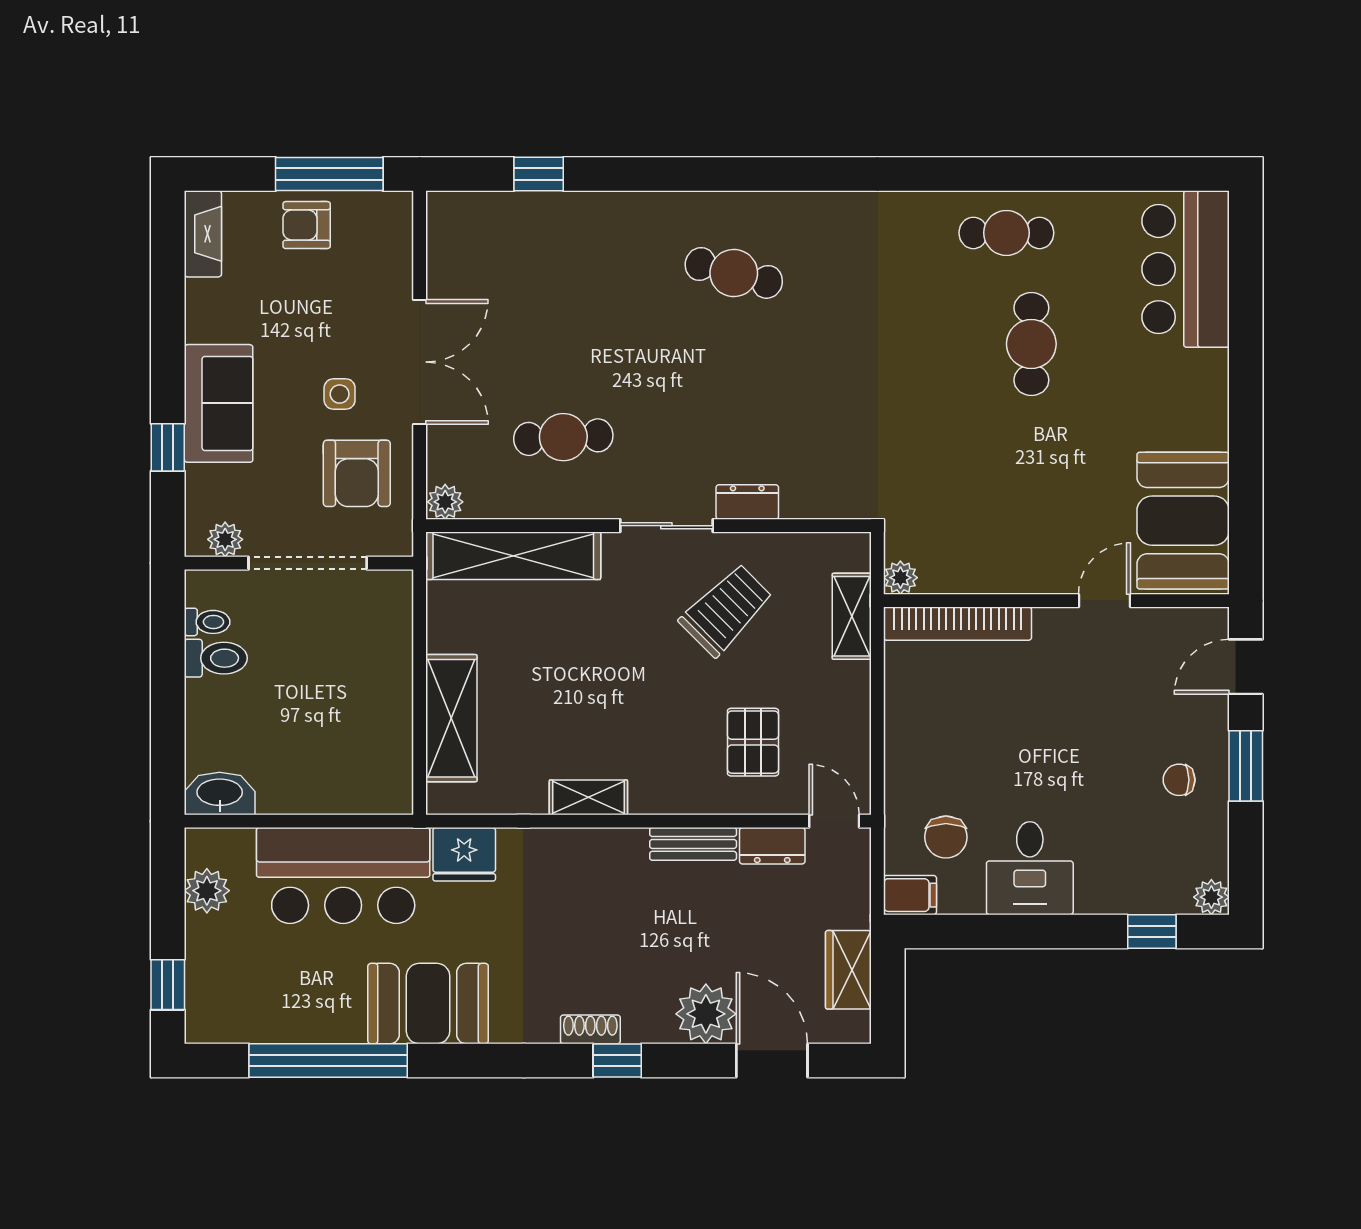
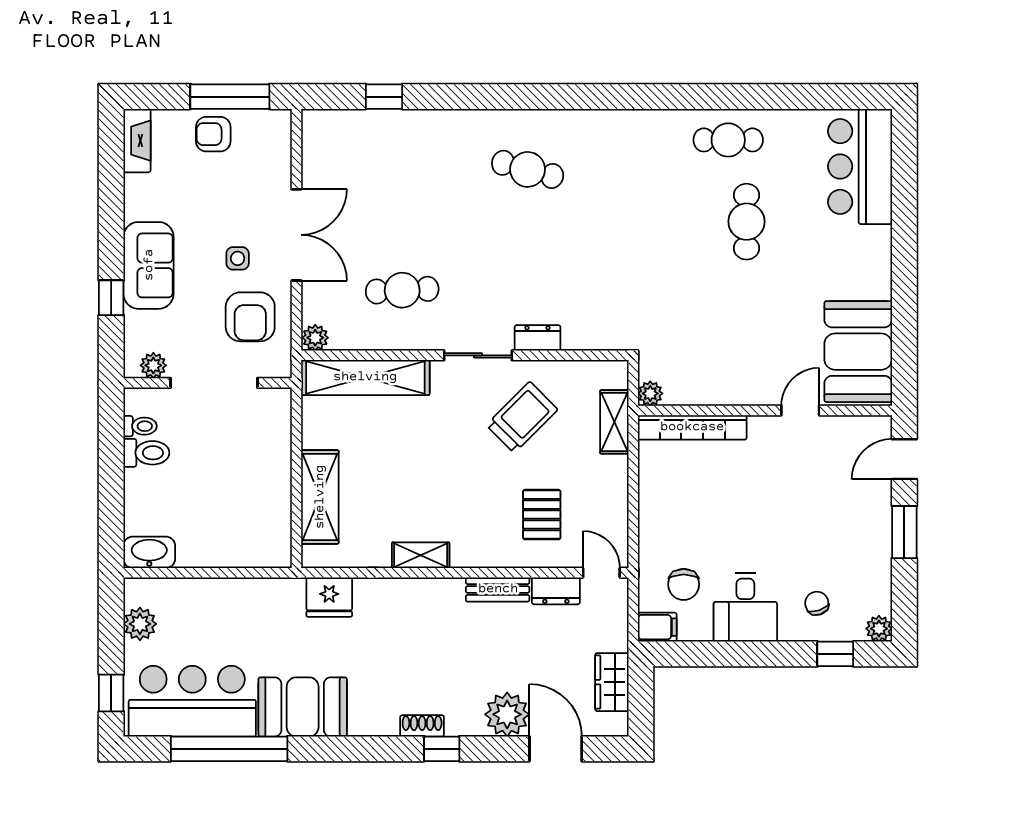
chair: (1179, 780) -> (817, 603), moved, turned 71
bar counter: (343, 876) -> (192, 701), moved, turned 180

